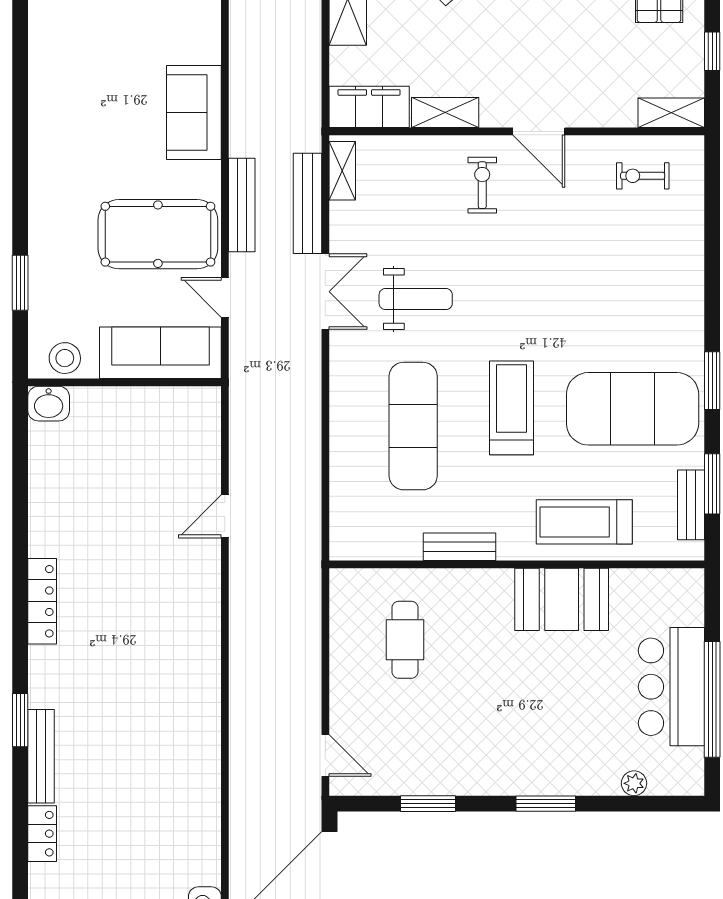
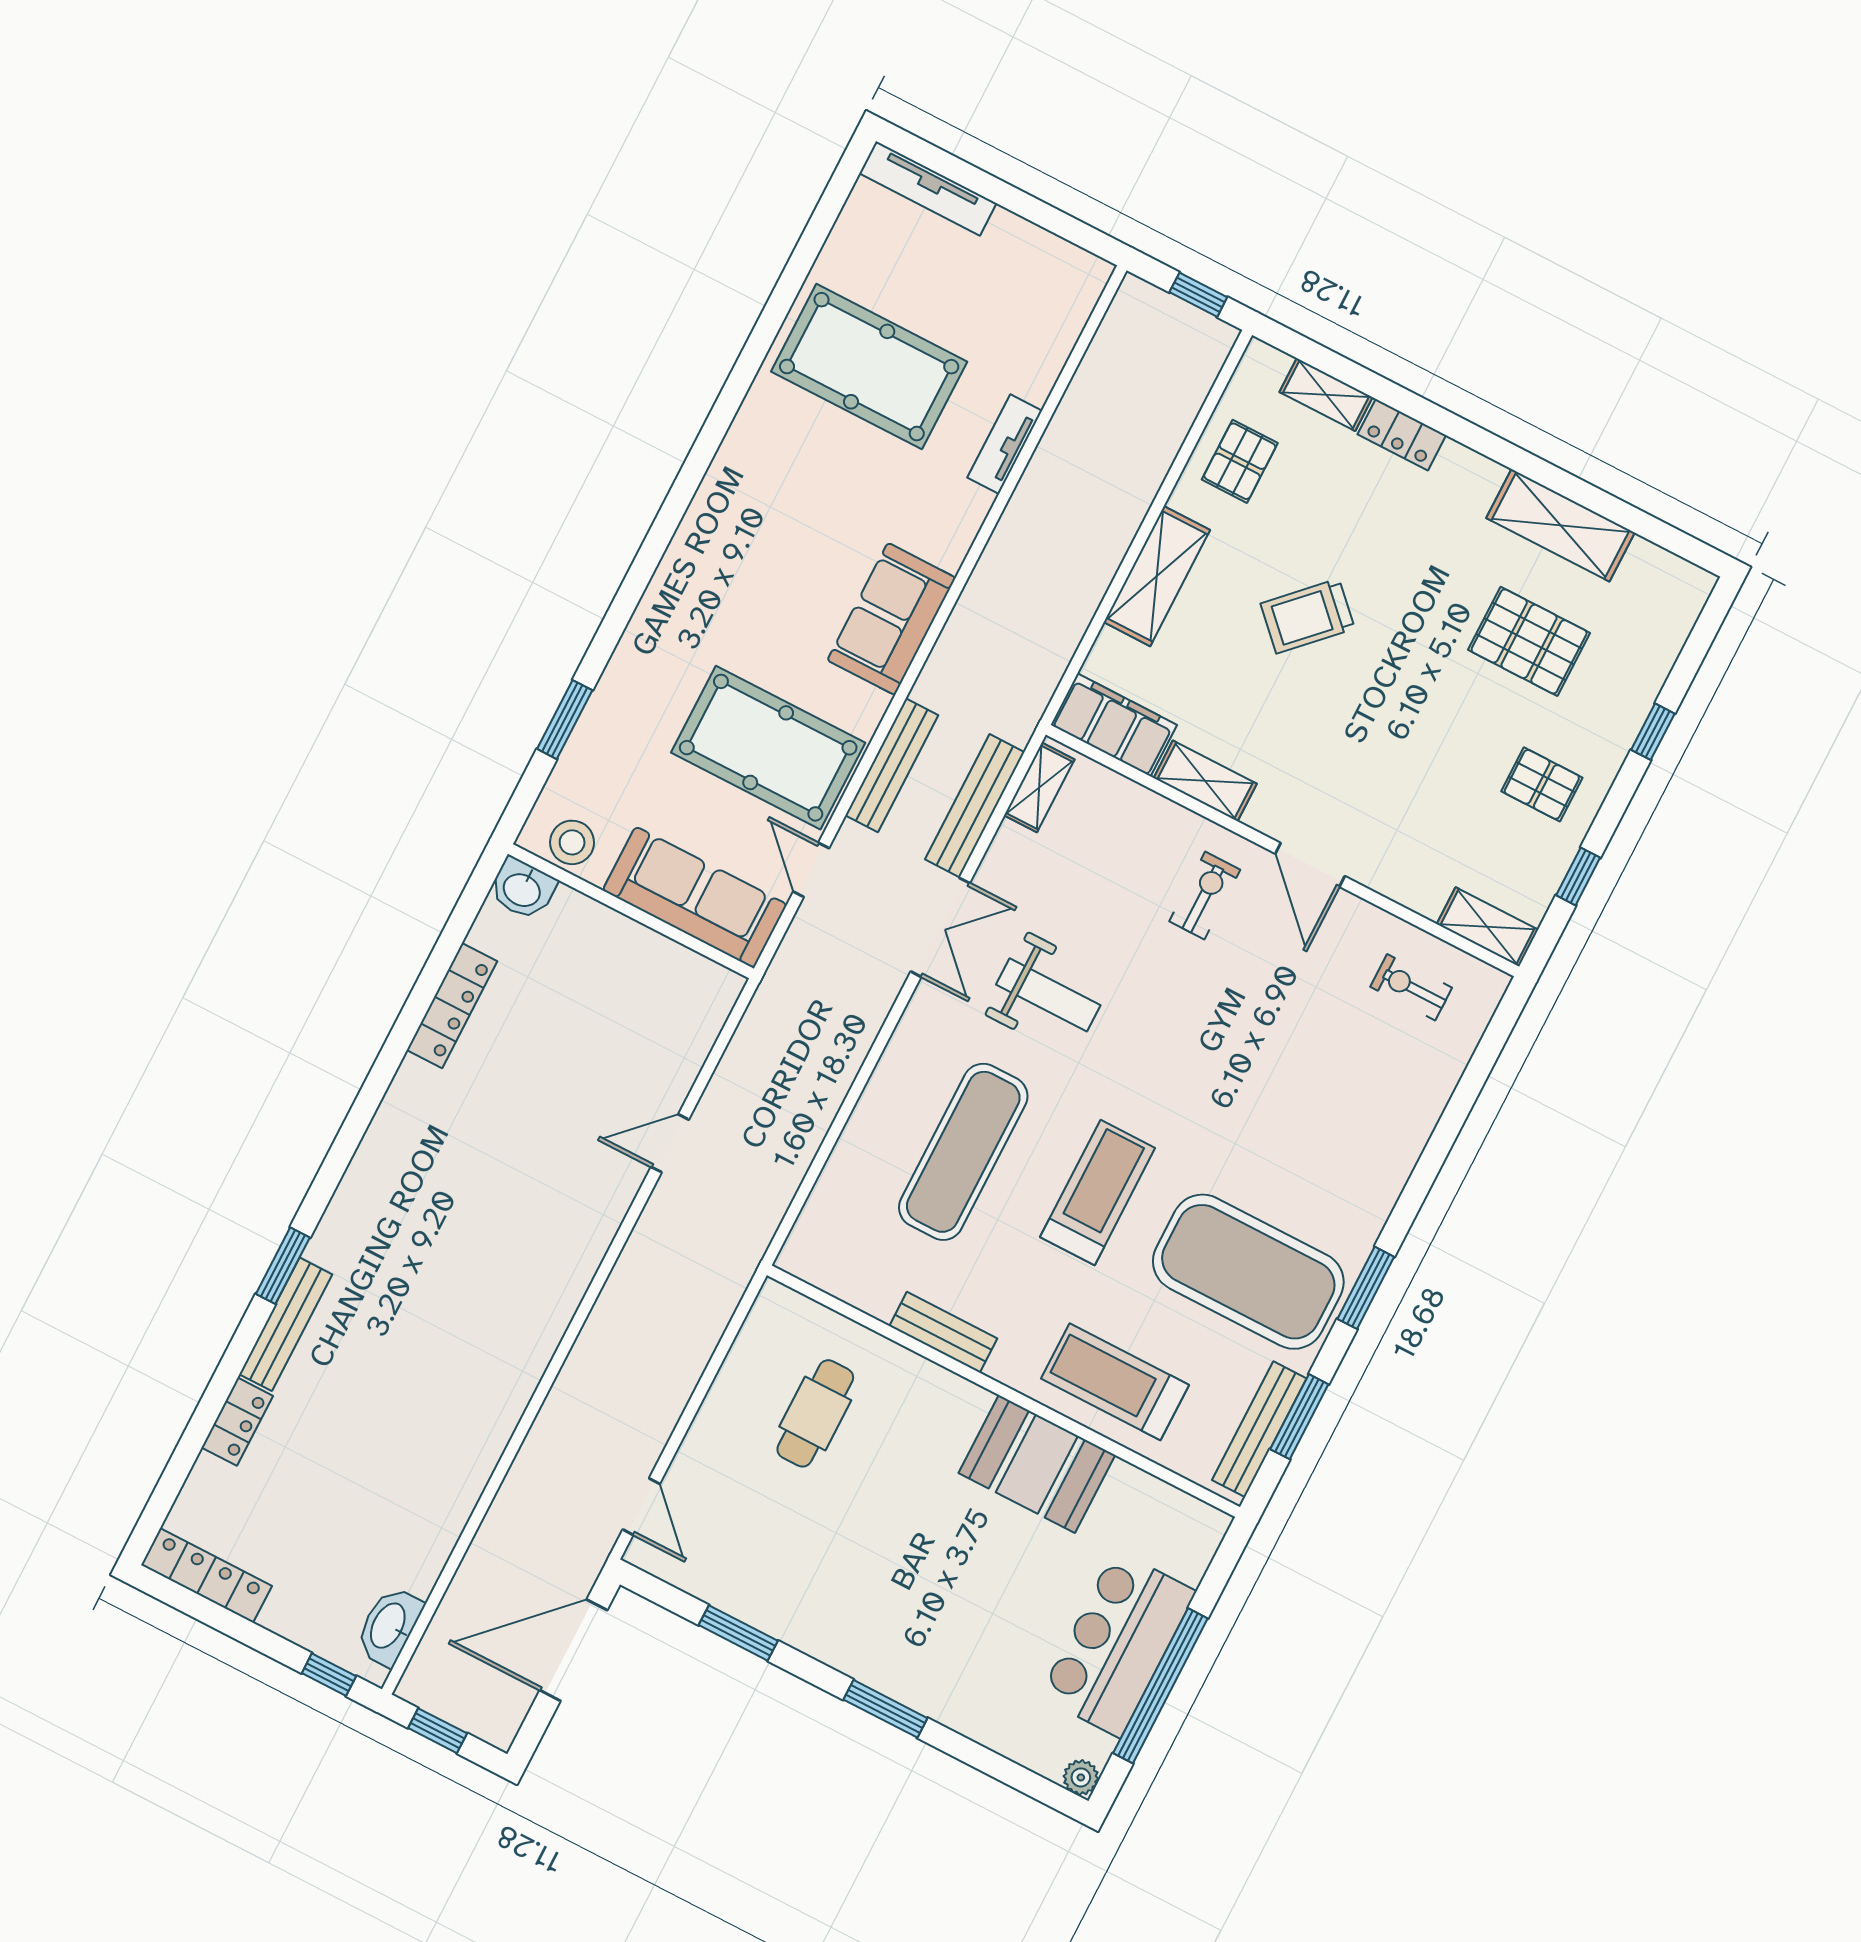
bench: (691, 505) -> (1259, 1429), width x1.36
locker: (42, 601) -> (452, 1006), moved
plant: (634, 783) -> (1081, 1777), moved

